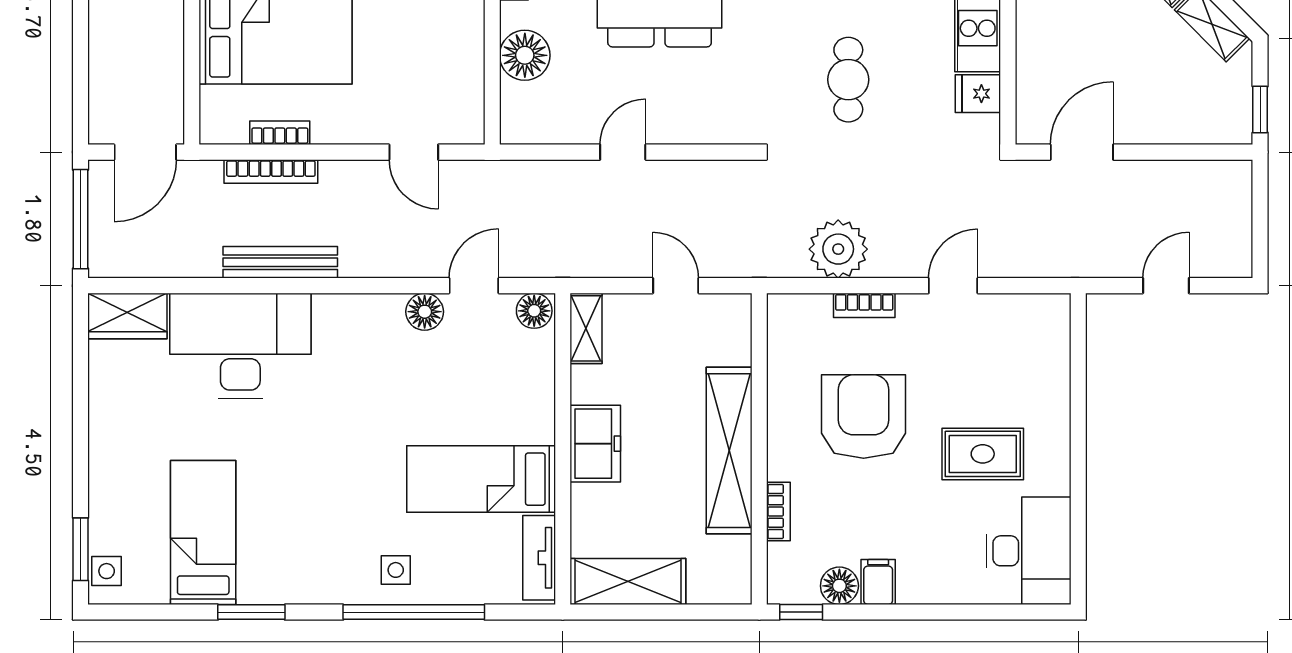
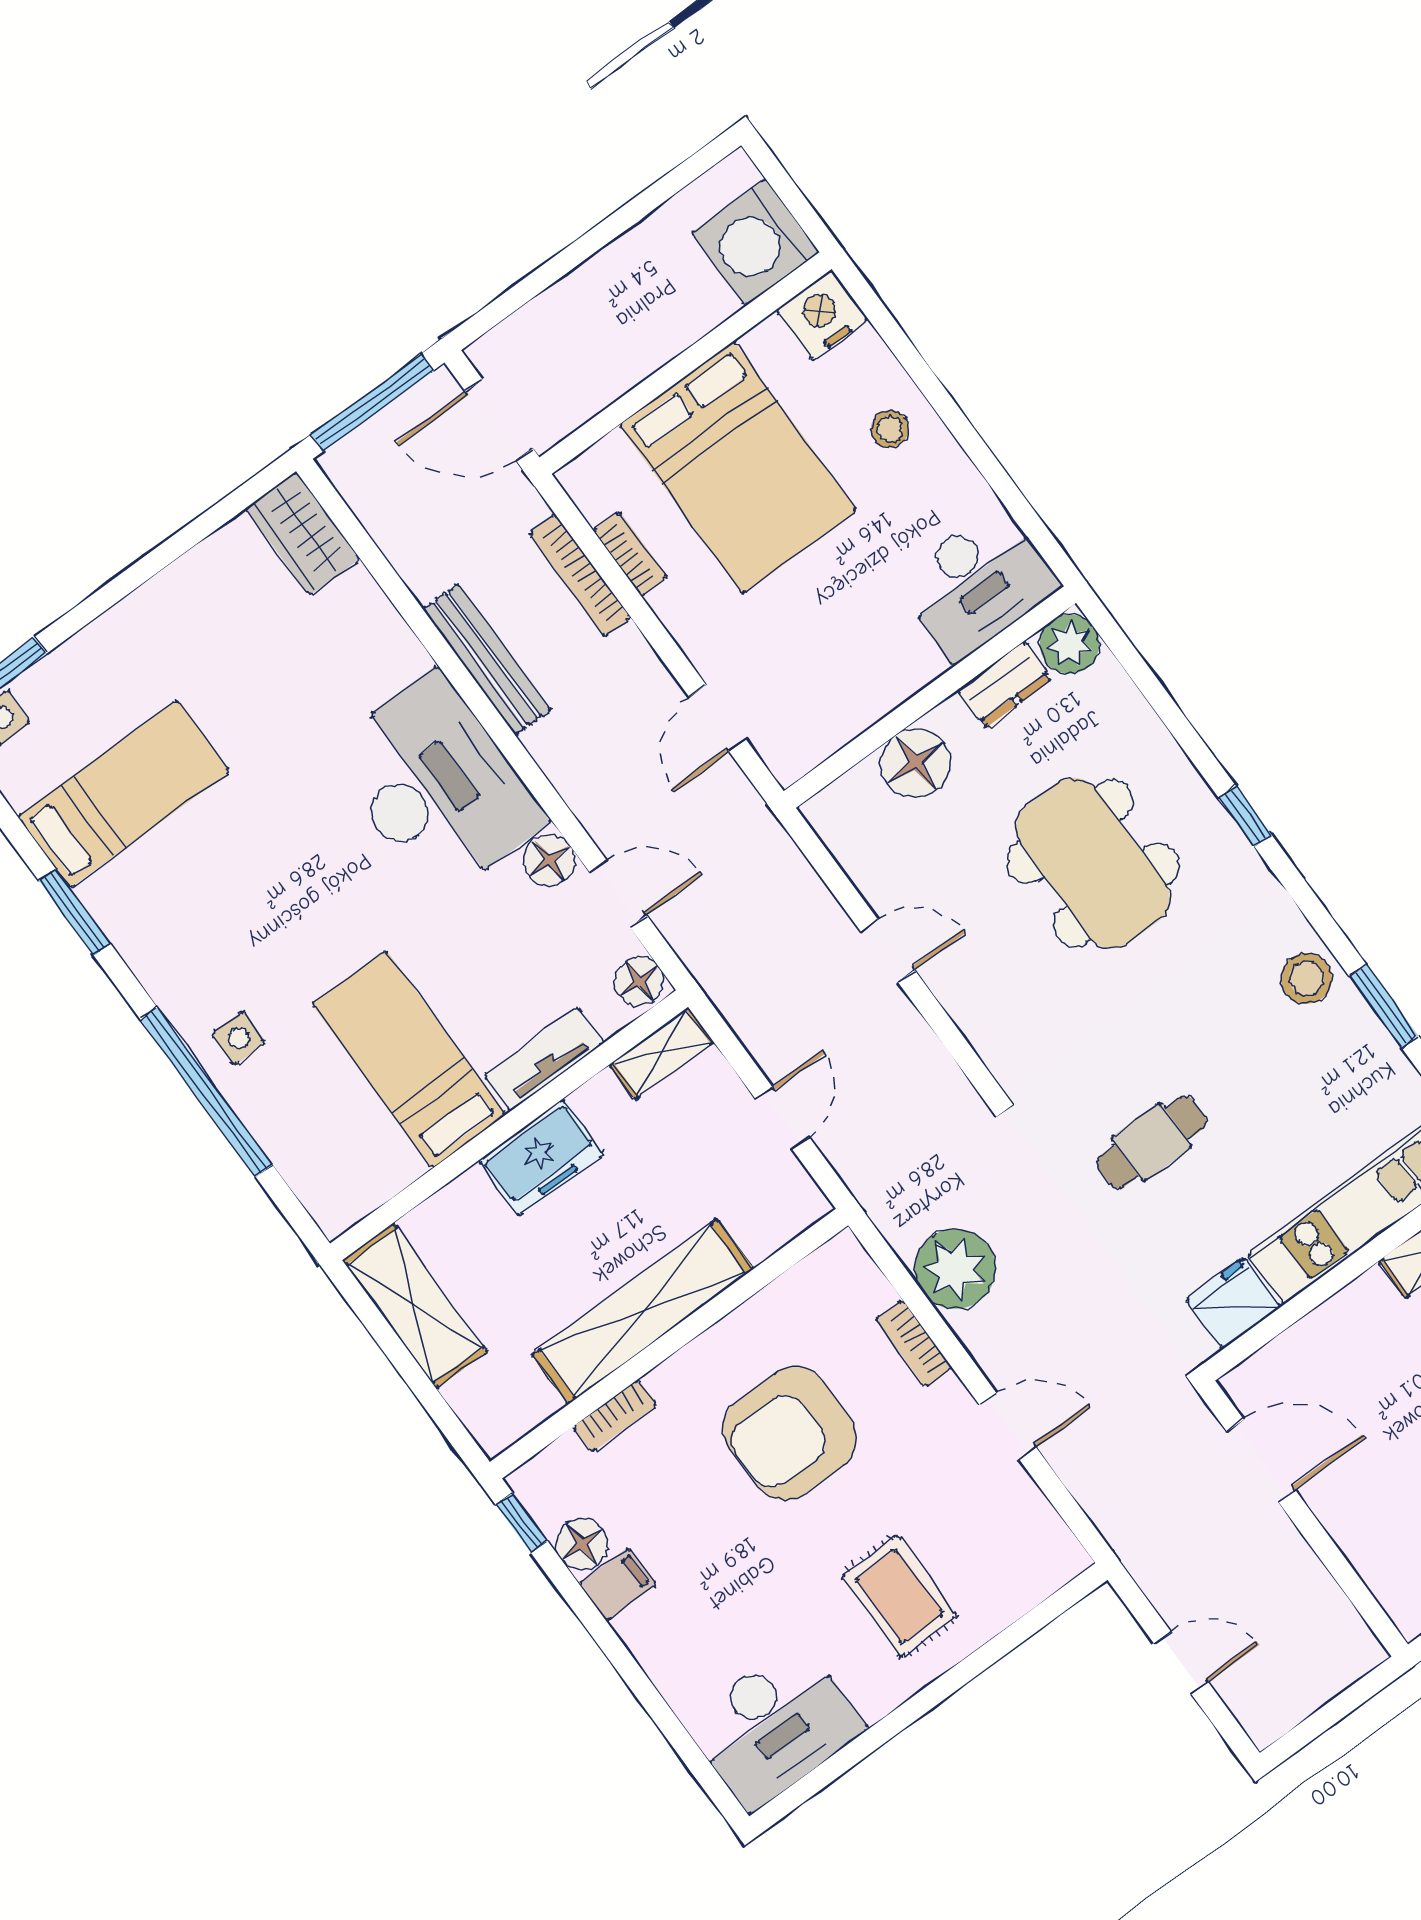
fridge: (978, 94) -> (1233, 1304), width x1.38
desk: (240, 346) -> (436, 786), moved
armchair: (864, 417) -> (790, 1433), turned 180
rug: (983, 454) -> (899, 1596), moved
tv unit: (539, 558) -> (544, 1060), moved

